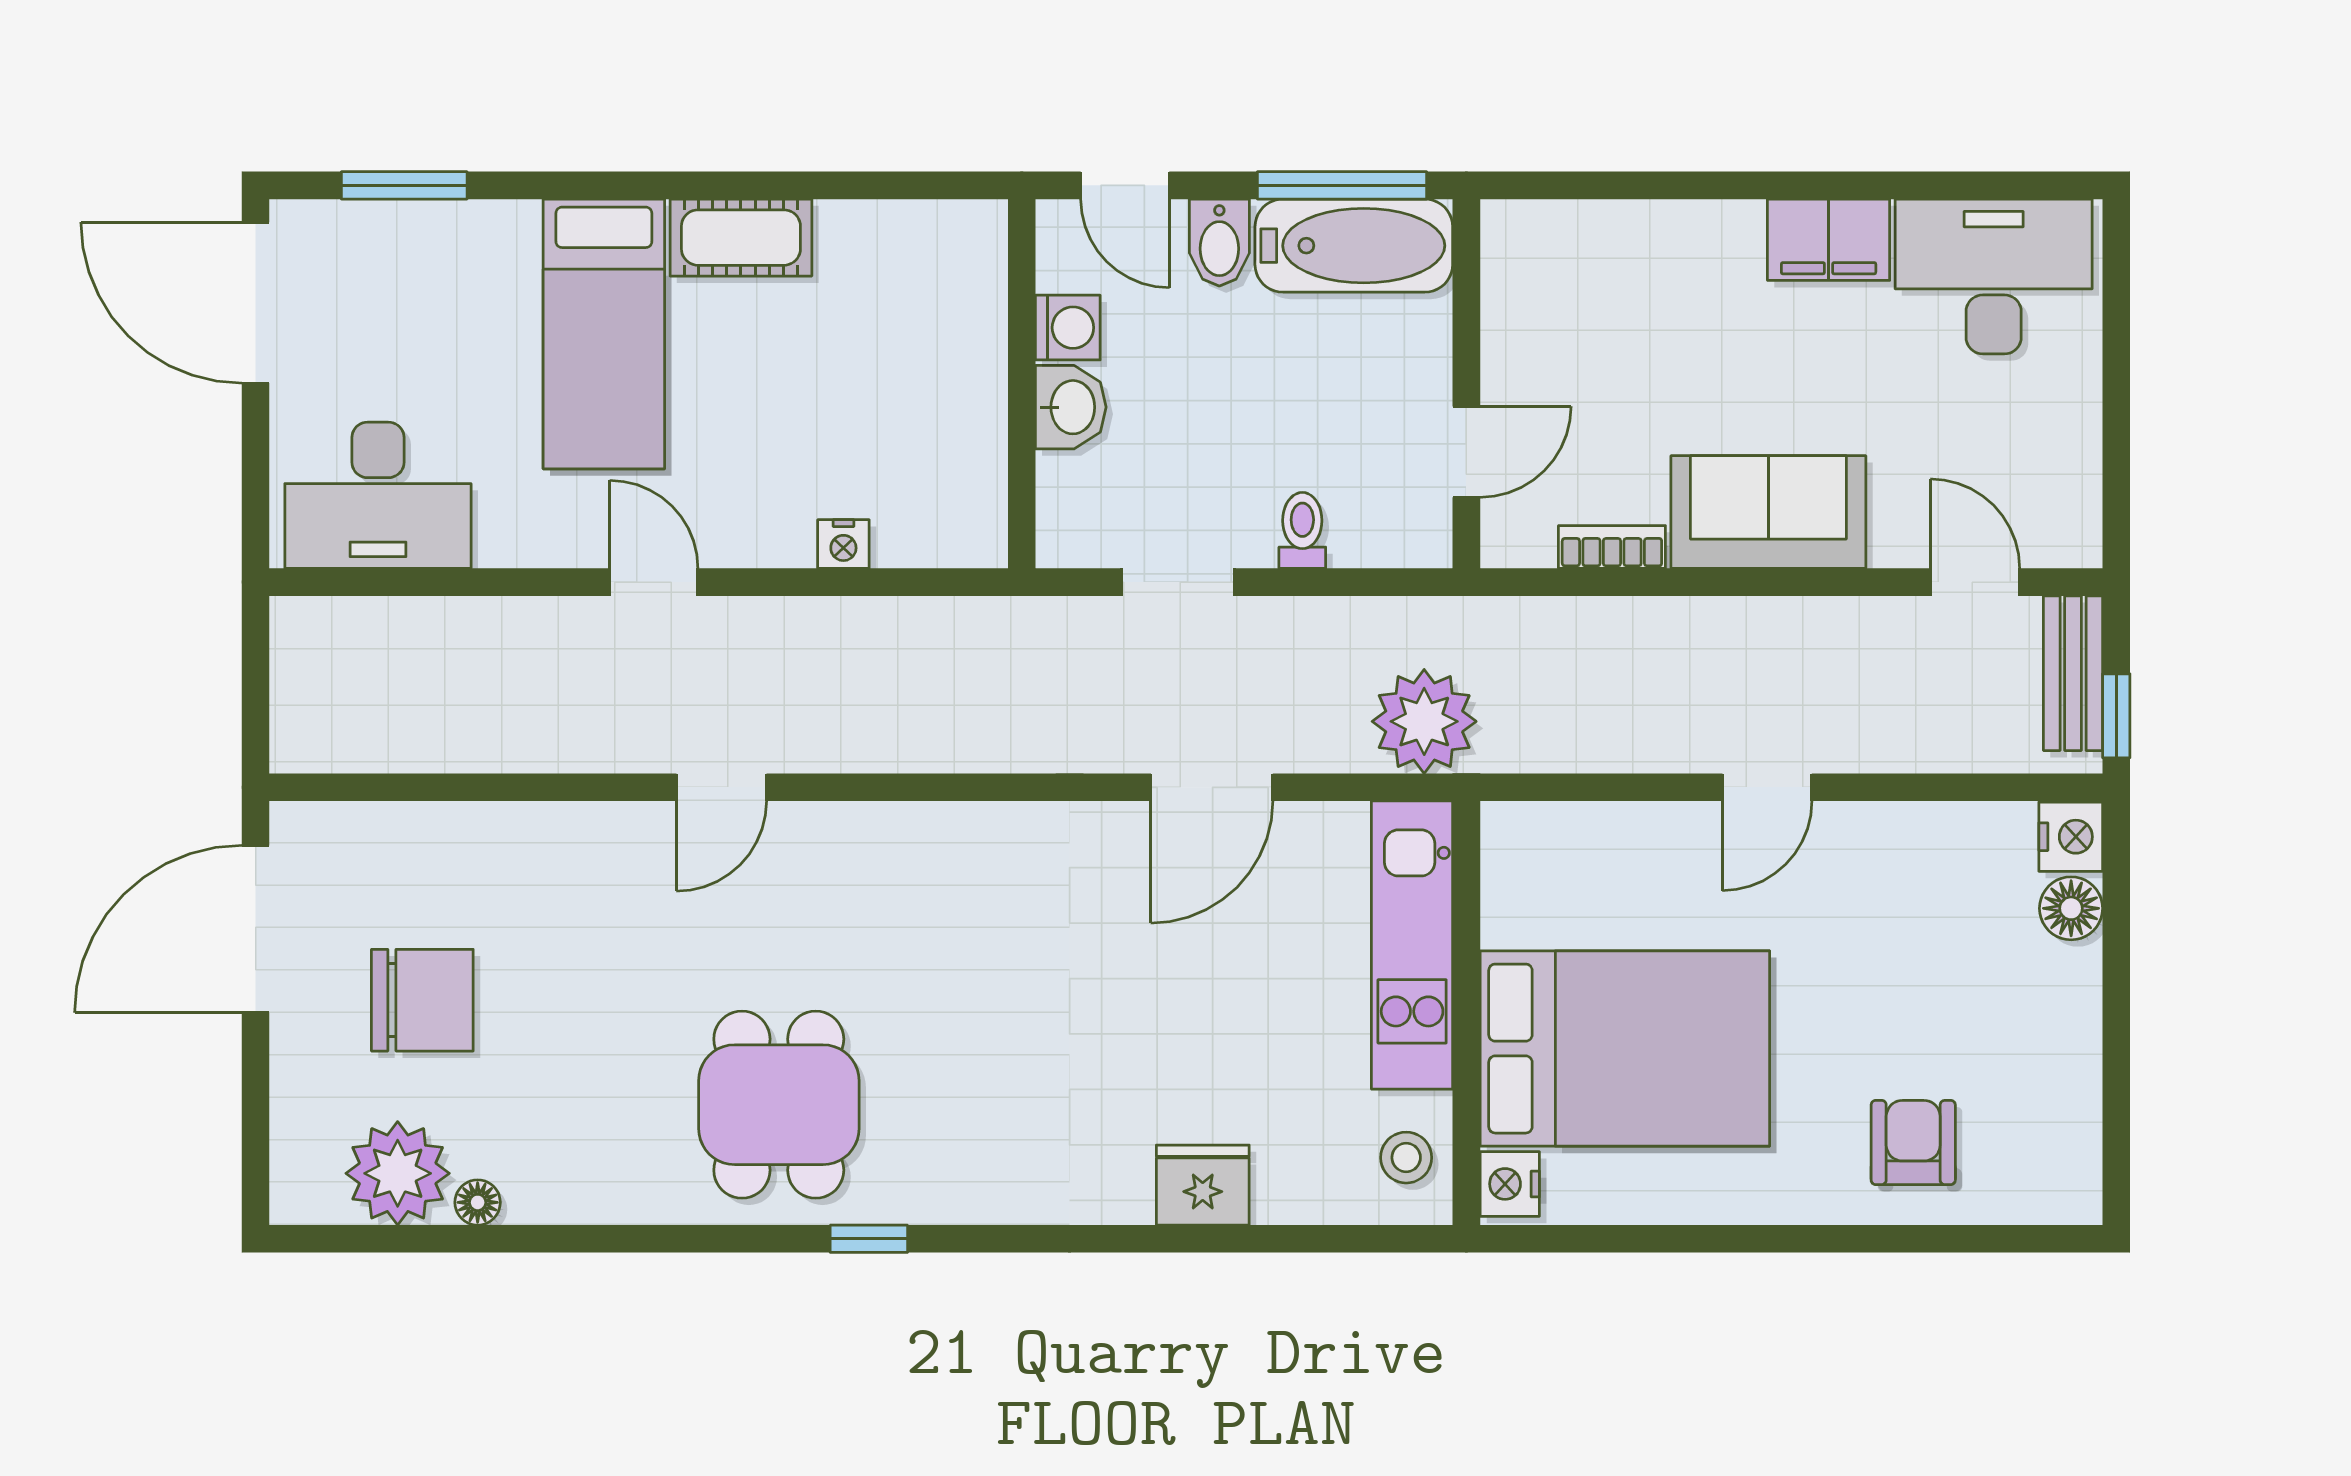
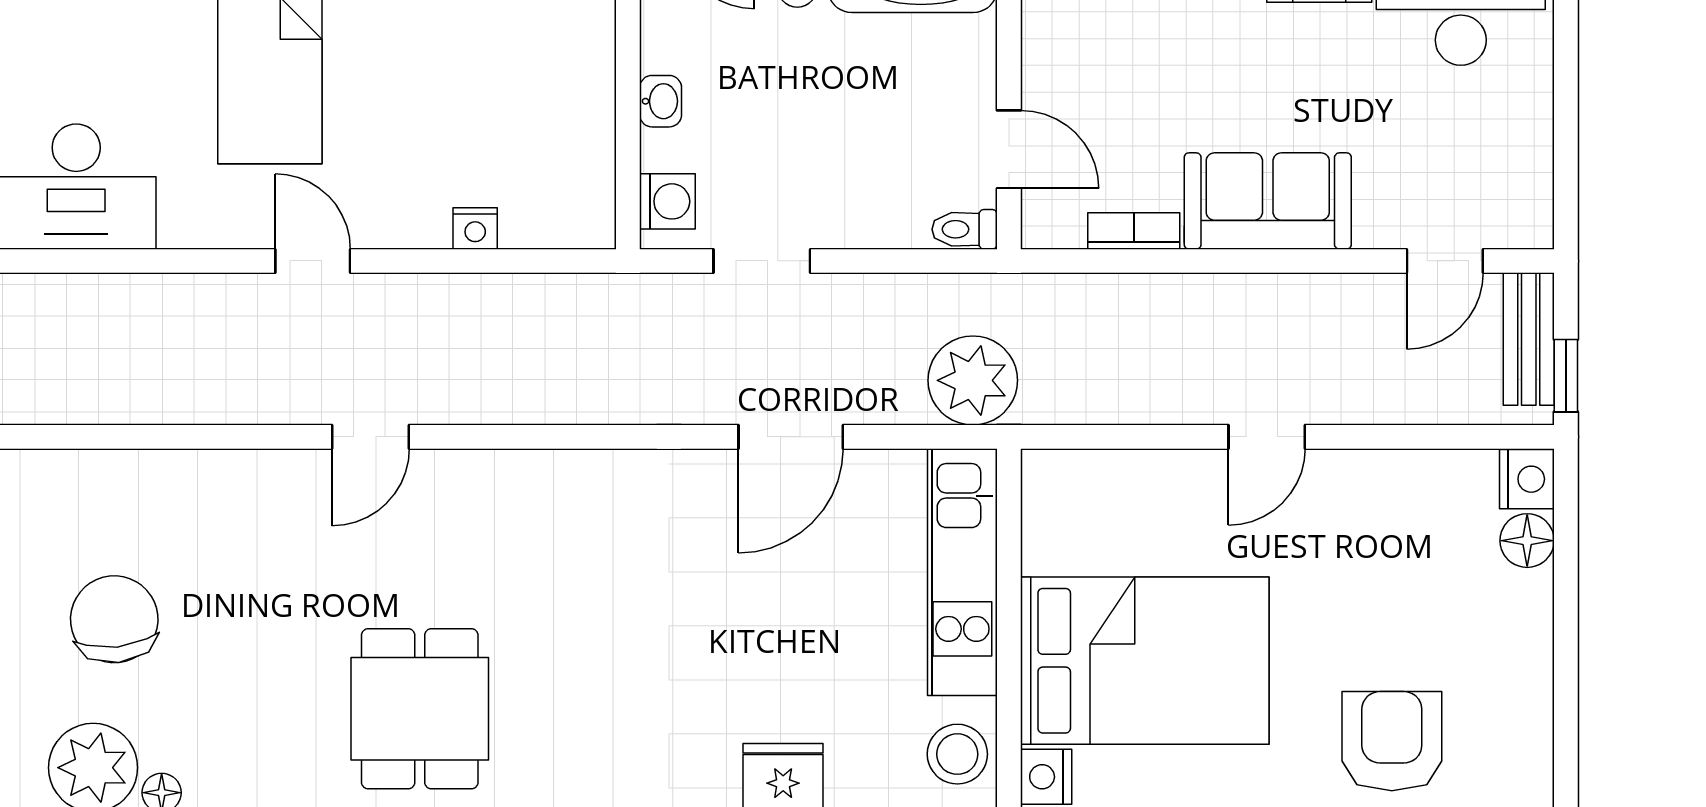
washing machine: (1068, 328) -> (667, 201), moved
washbasin: (1071, 407) -> (661, 101), width x0.72, depth x0.69
door: (1466, 452) -> (1009, 149), hinge flipped
toilet: (1302, 530) -> (965, 229), moved, turned -90
door: (1975, 582) -> (1445, 261), swing flipped
chair: (422, 1000) -> (114, 619), turned -96
armchair: (1913, 1142) -> (1392, 741), width x1.38, depth x1.38
stool: (1406, 1158) -> (957, 754), width x1.37, depth x1.37

